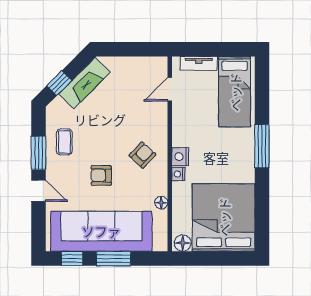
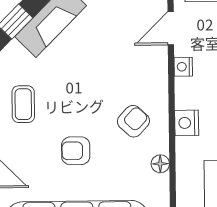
nightstand: (178, 174) -> (183, 67), moved
floor lamp: (161, 203) -> (160, 164), moved

